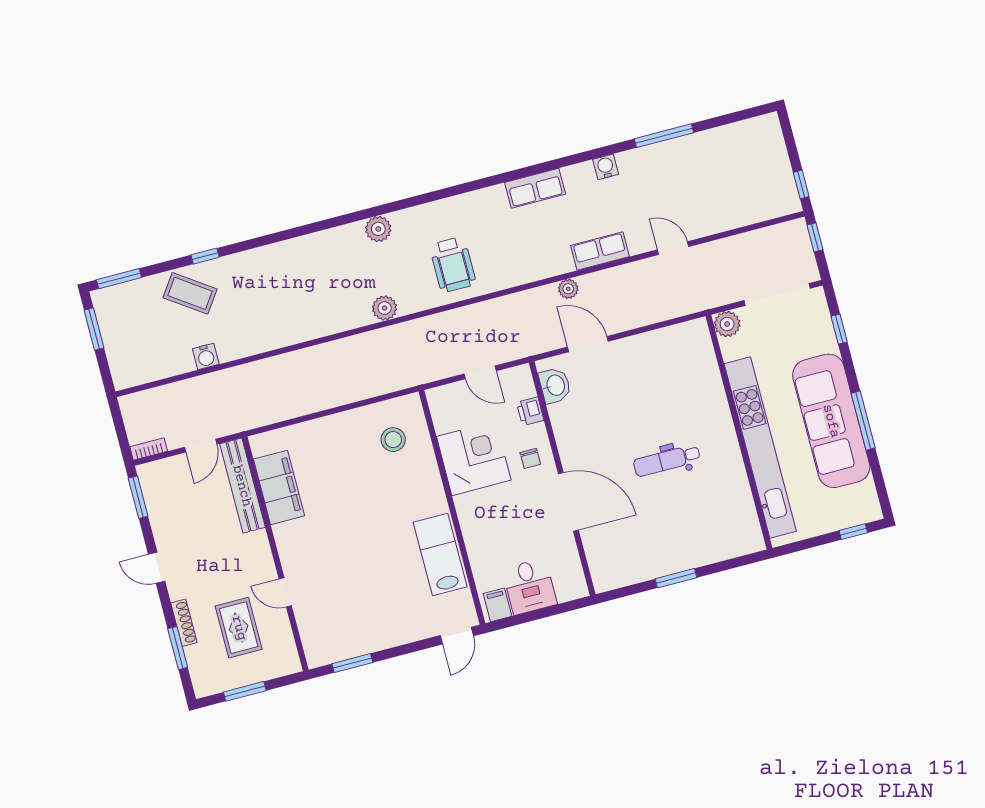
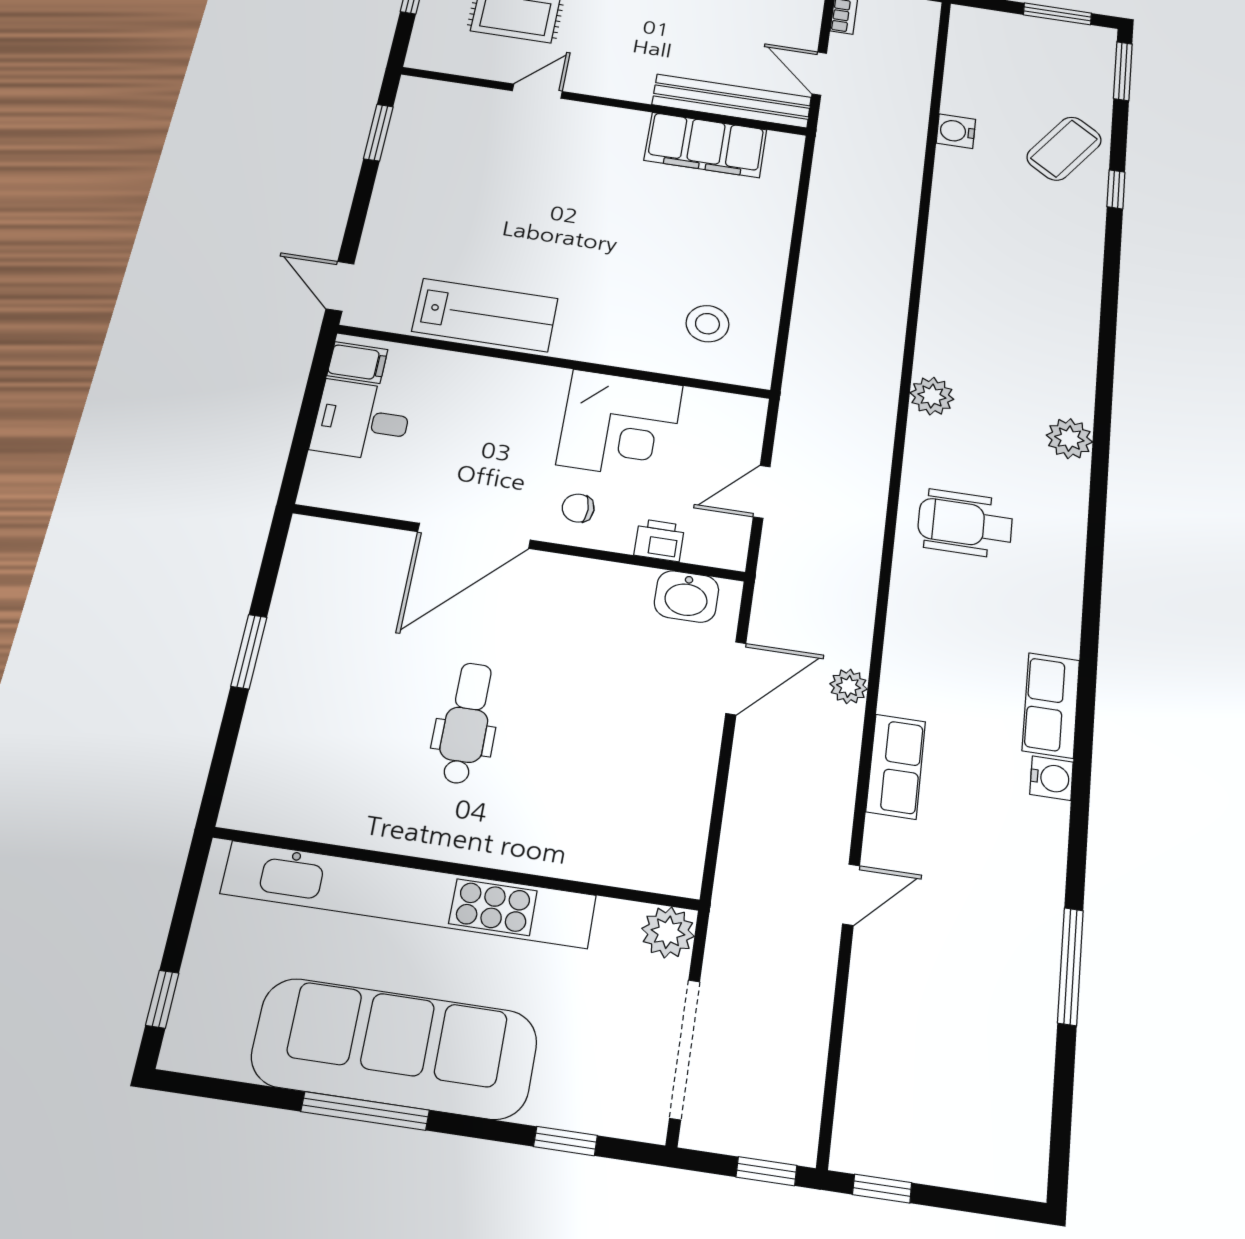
water cooler: (606, 167) -> (1052, 778), moved

